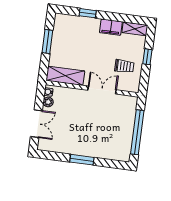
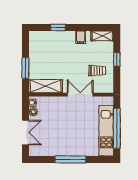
filing cabinet: (111, 27) -> (81, 37), width x0.50
window: (47, 41) -> (25, 68), moved
kitchen unit: (125, 133) -> (106, 131), added
window: (82, 160) -> (70, 159), width x1.44

